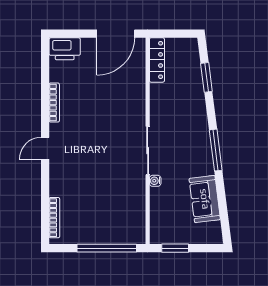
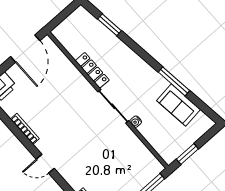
locker: (157, 60) -> (92, 70), moved
door: (45, 148) -> (45, 164), hinge flipped
window: (216, 150) -> (174, 81), moved

